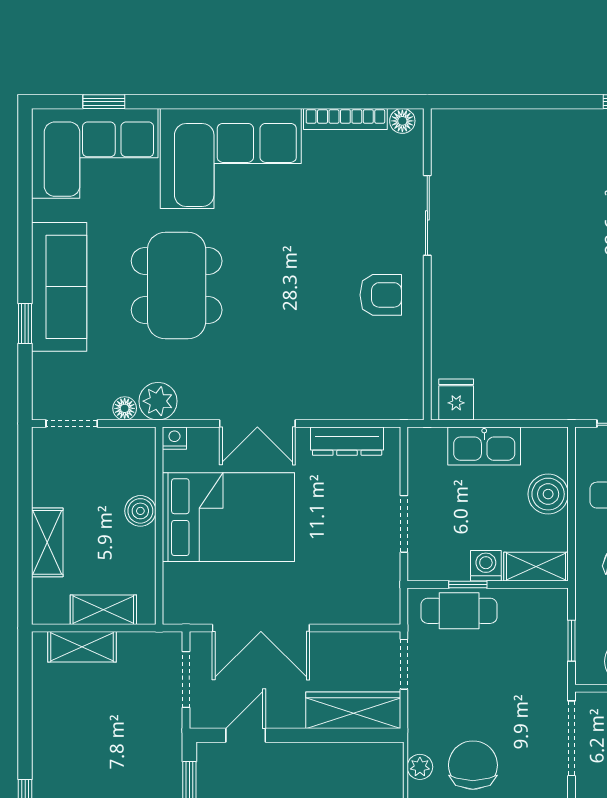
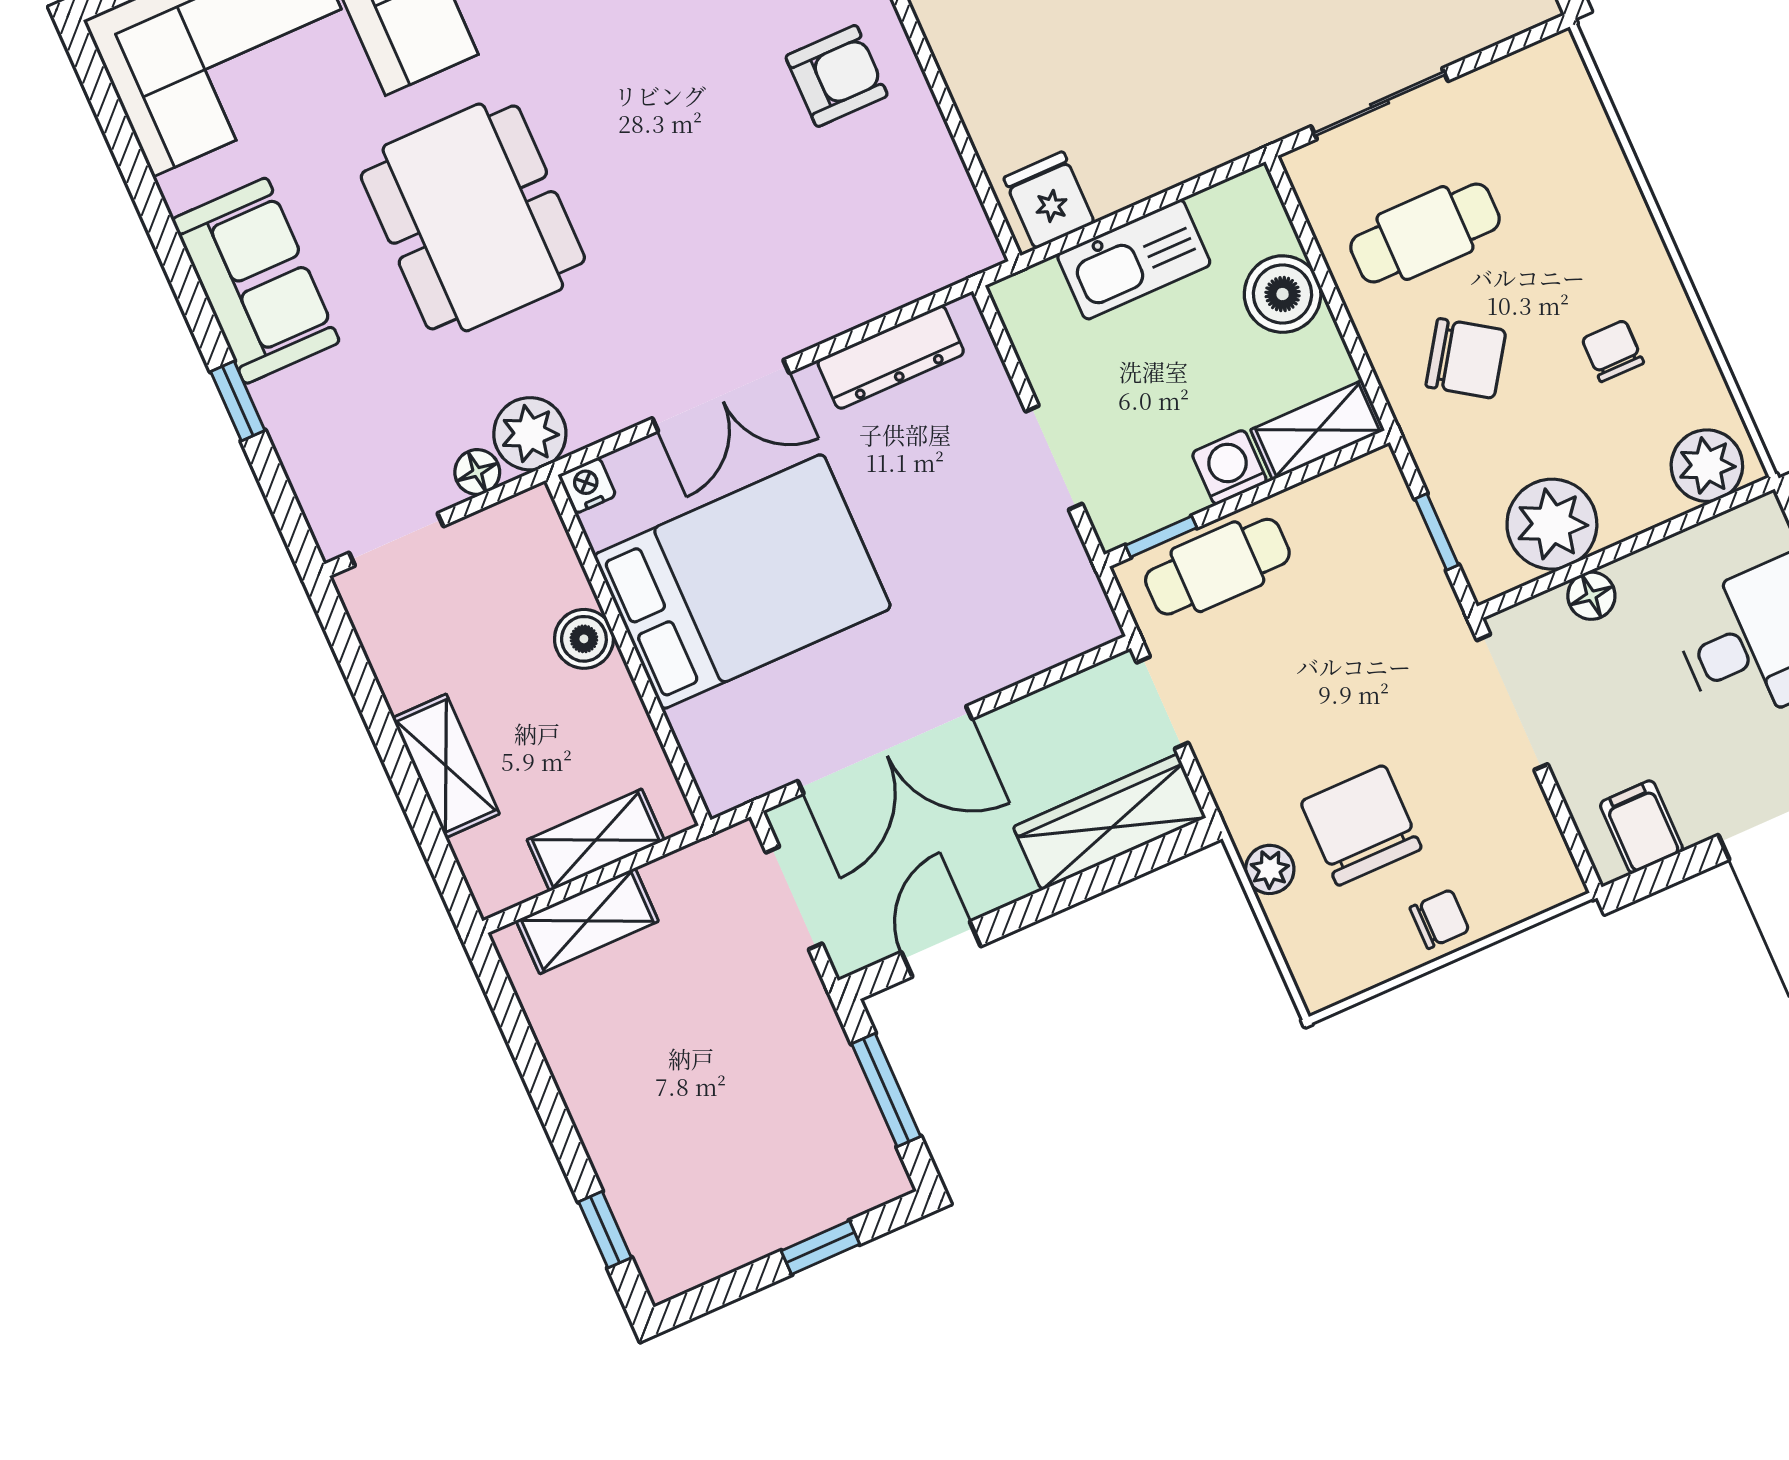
sofa: (59, 287) -> (256, 281), width x0.73
window: (468, 584) -> (1161, 537), moved

